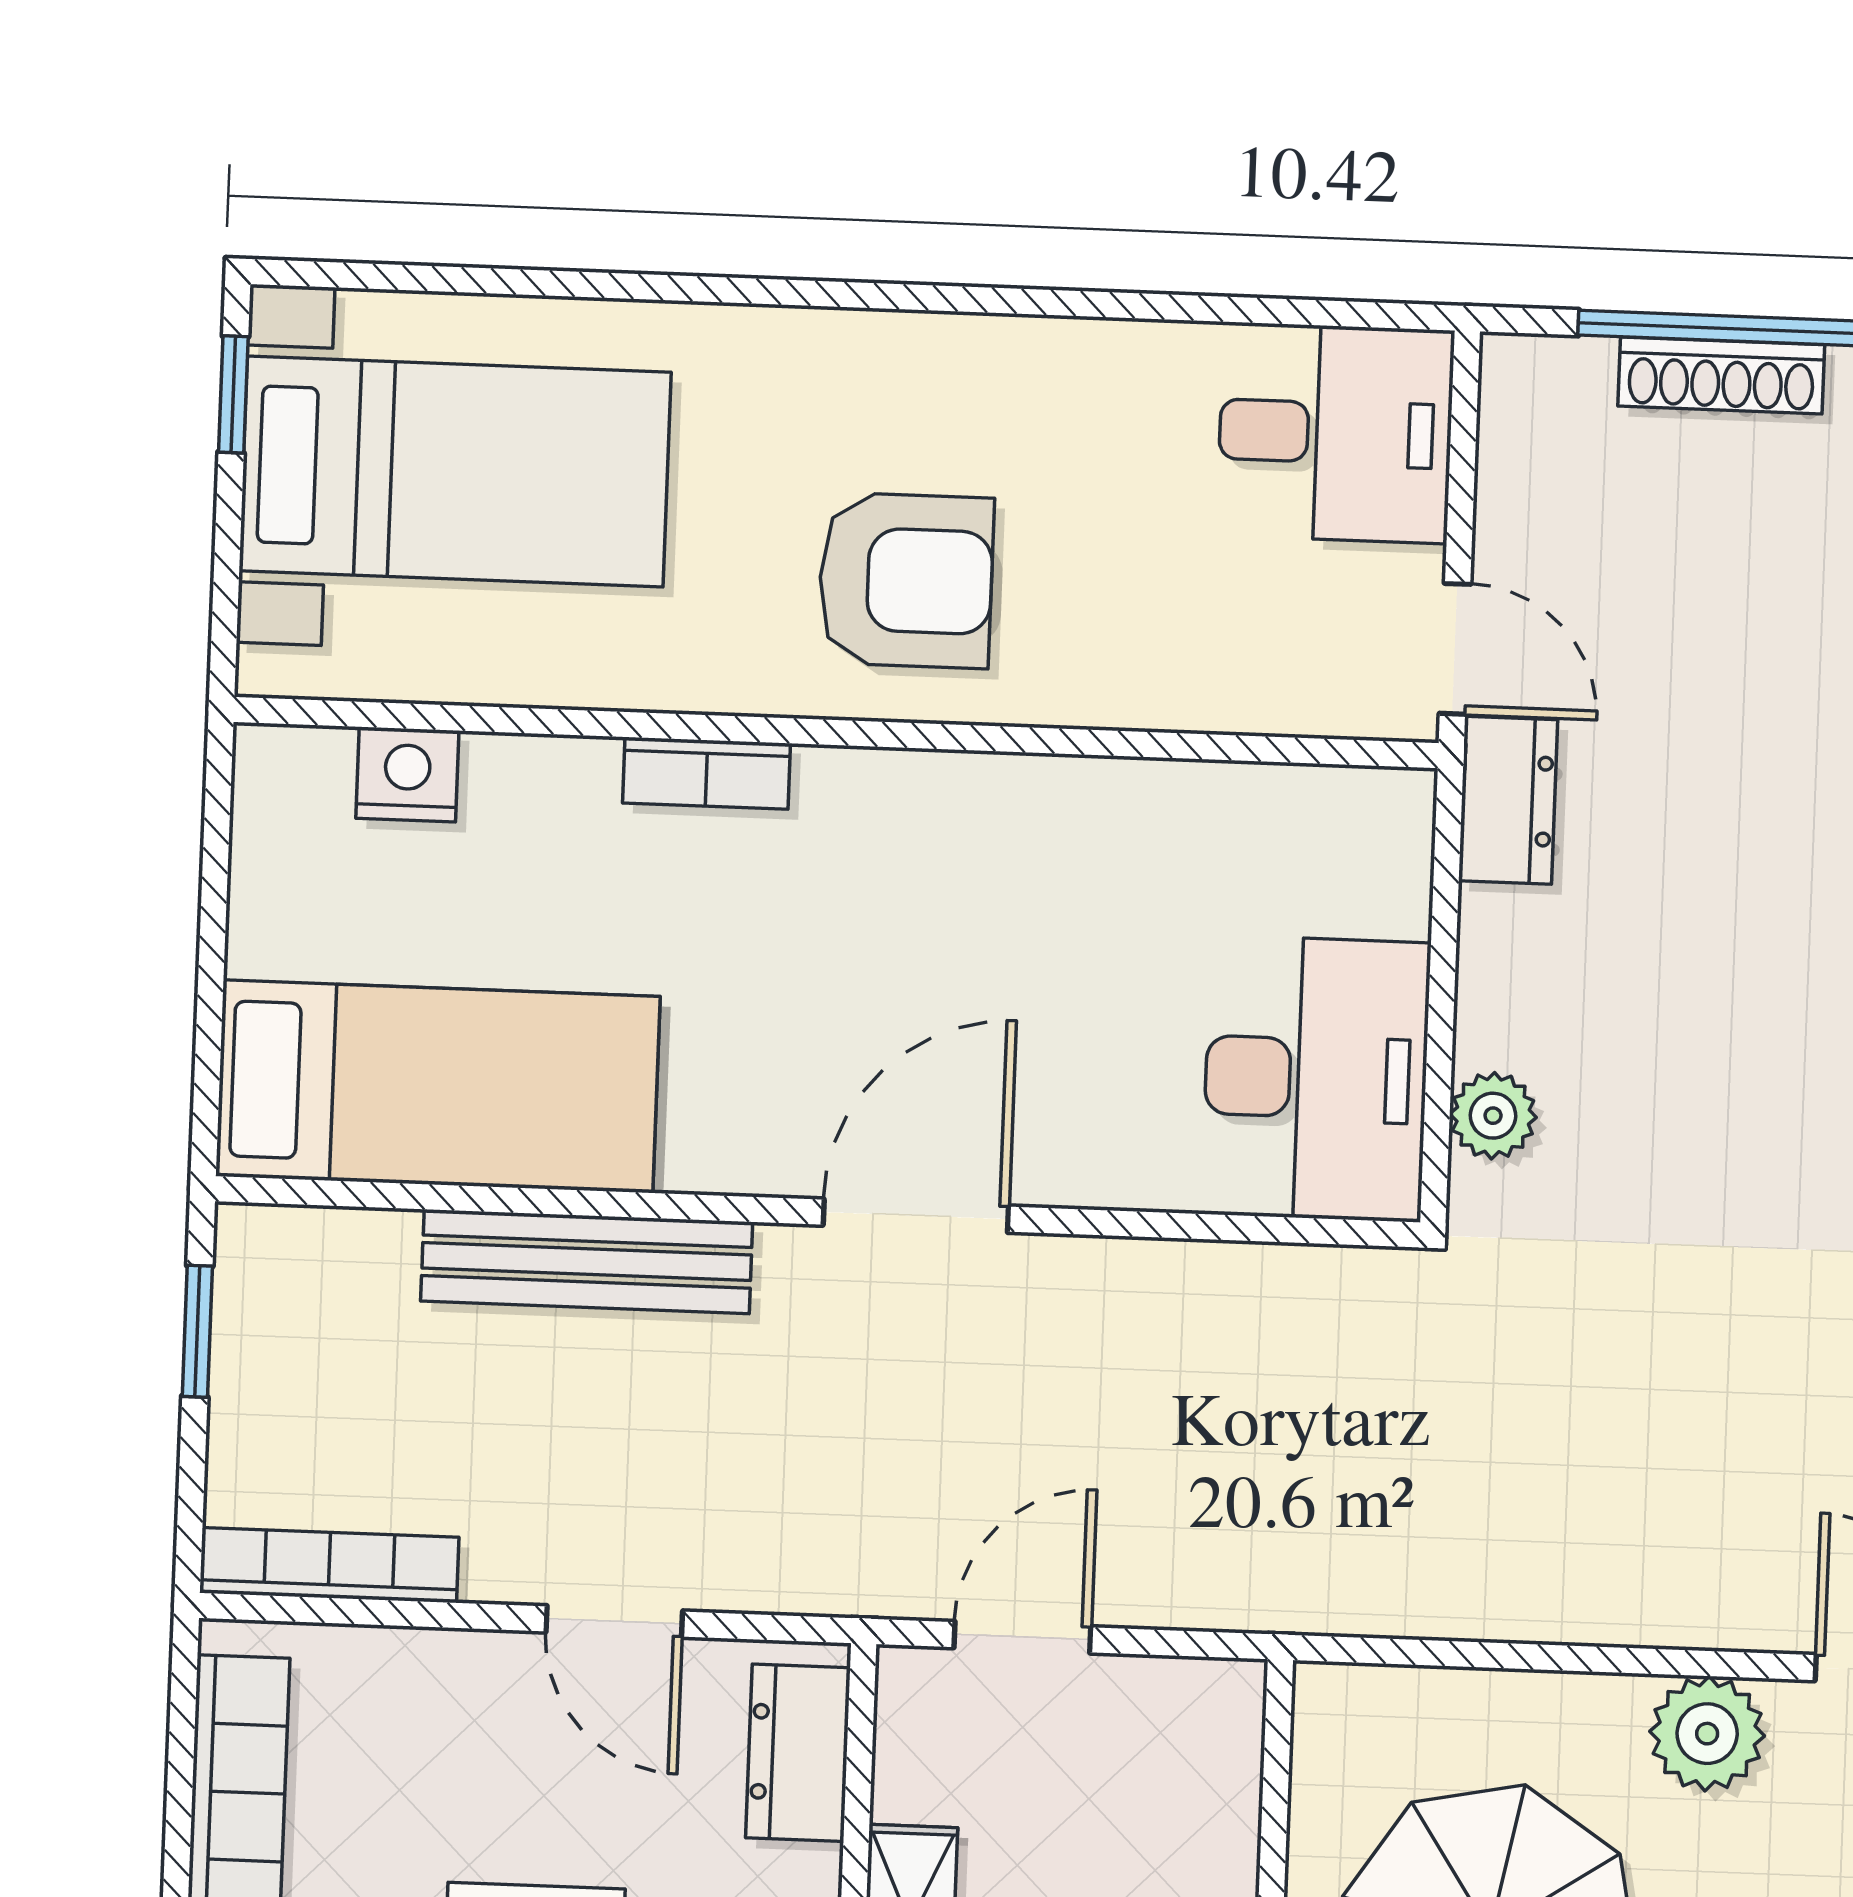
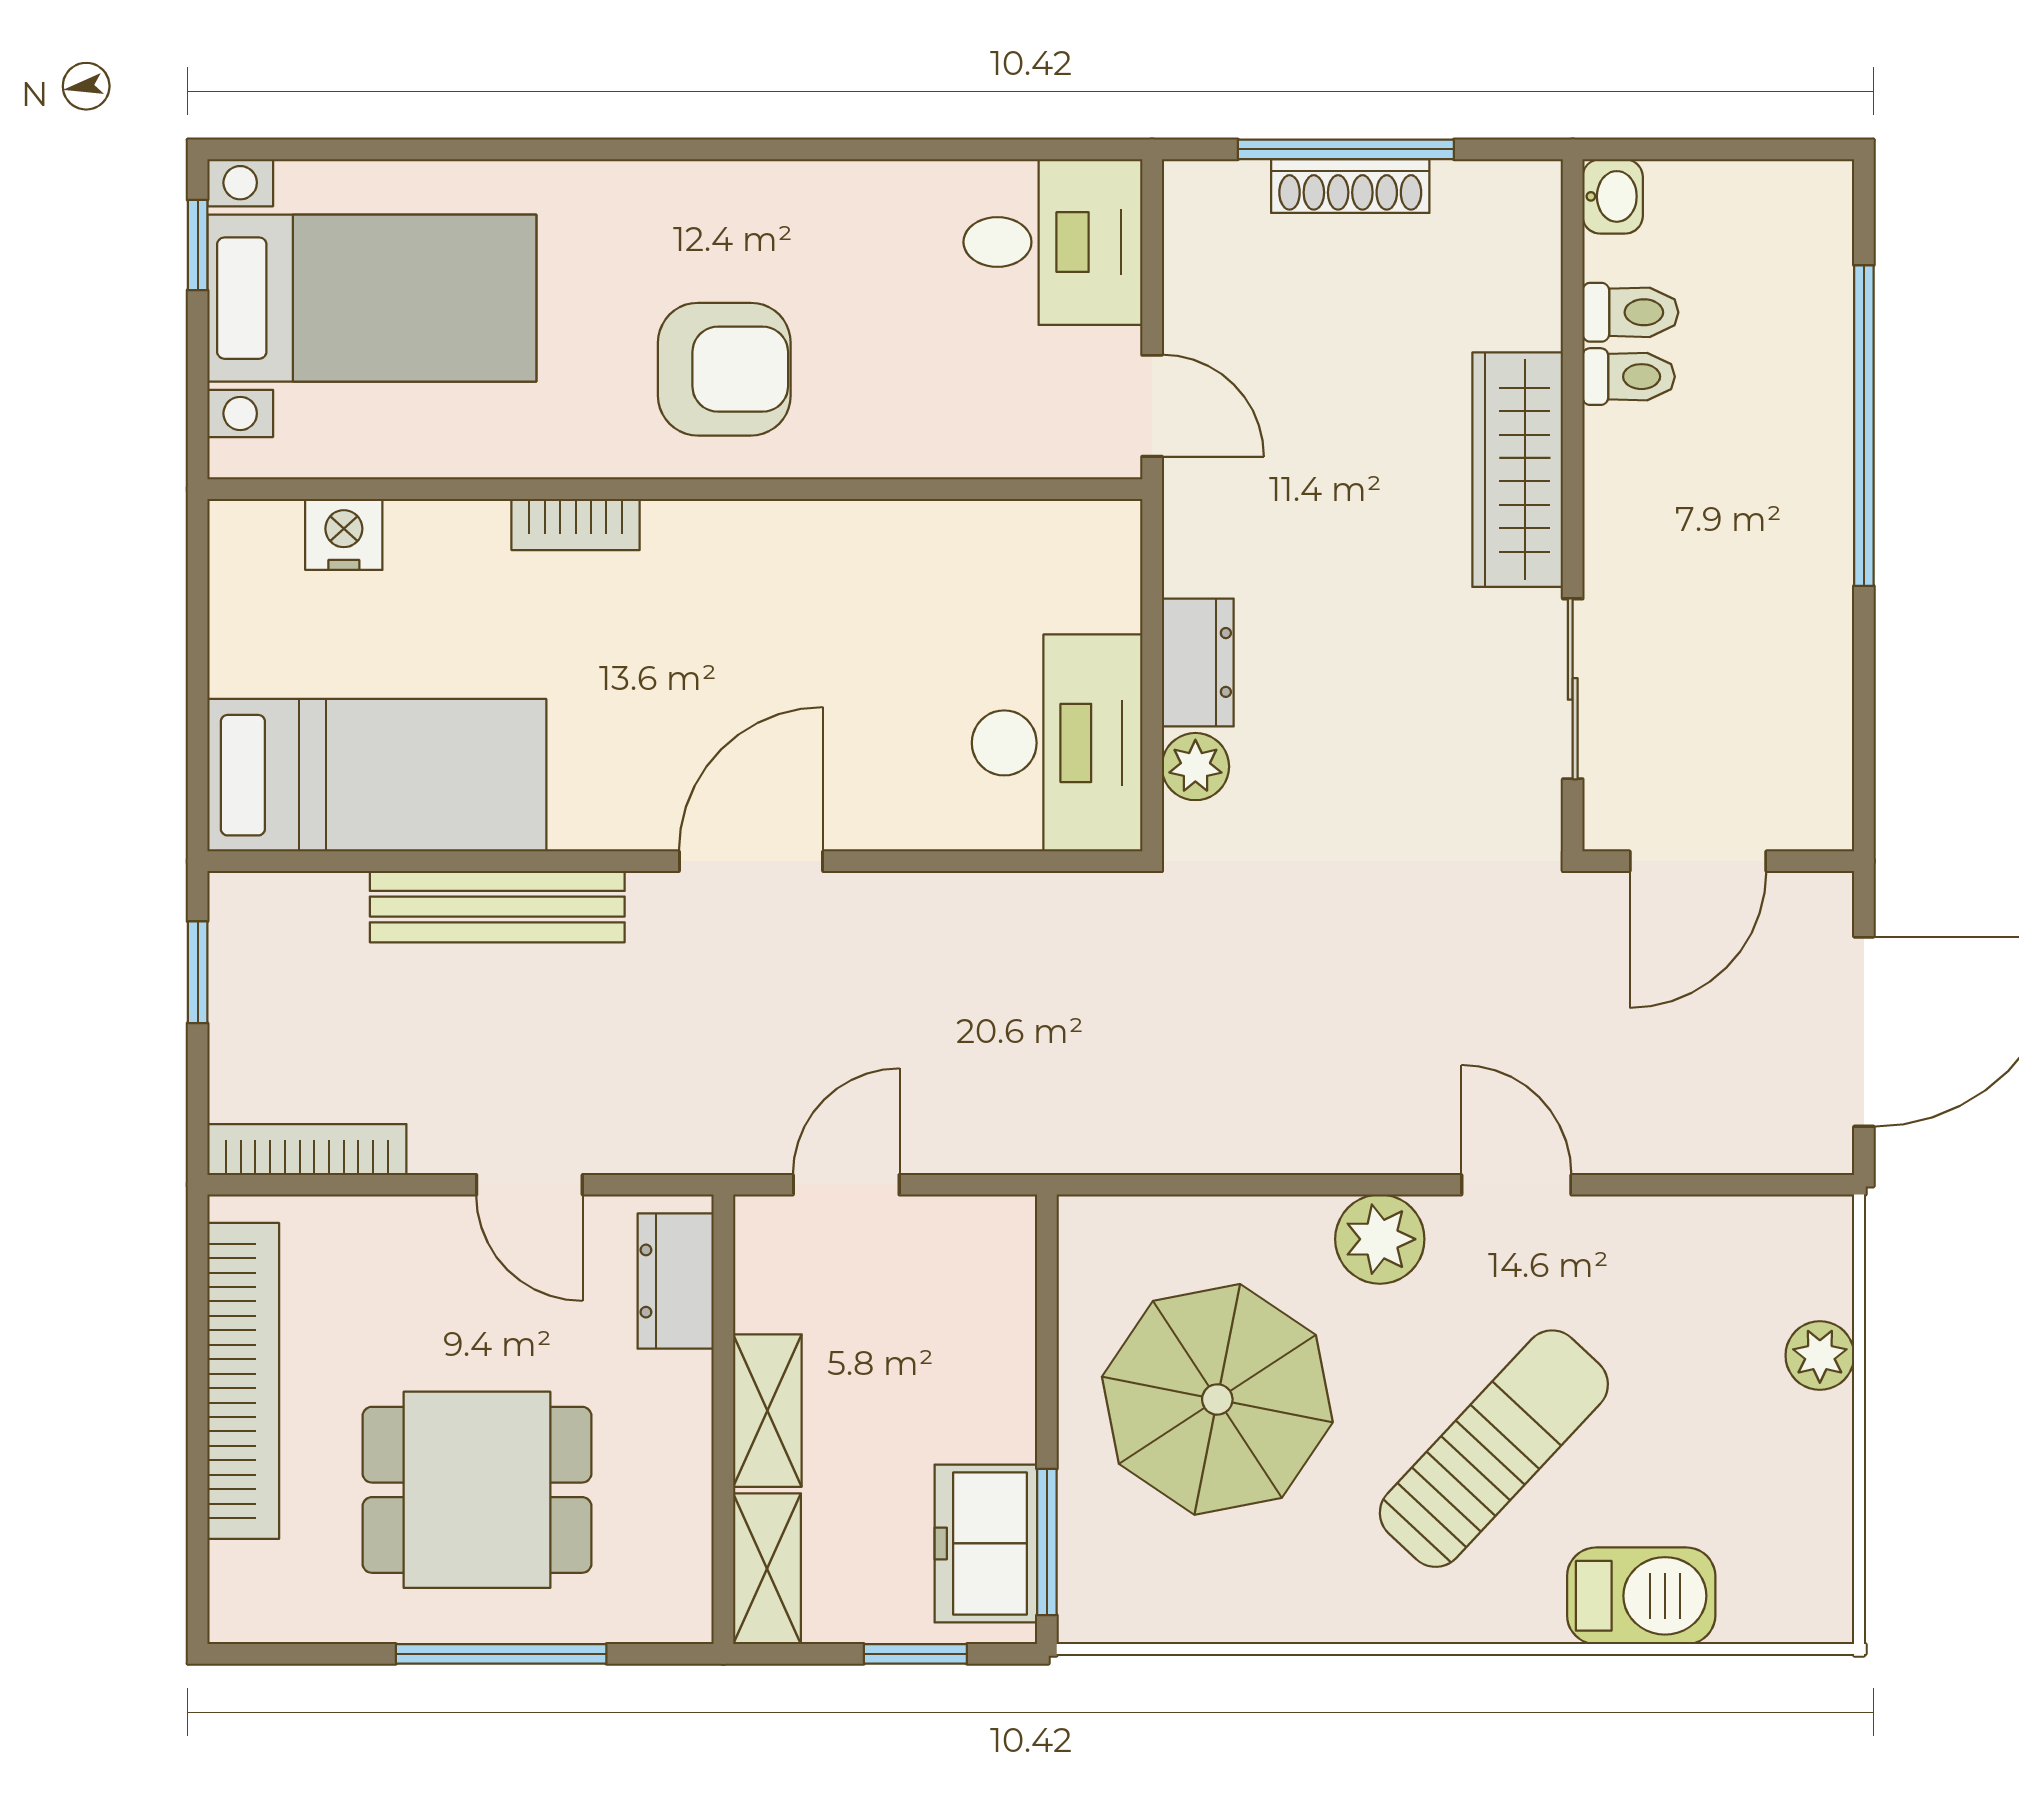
dresser: (1508, 800) -> (1198, 662), moved

